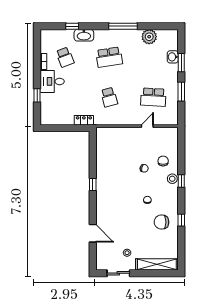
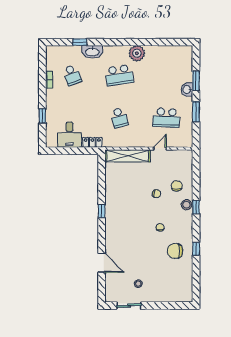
window: (123, 26) -> (134, 42), removed
plant: (149, 37) -> (137, 53), moved
washbasin: (173, 57) -> (187, 90), moved
desk: (52, 81) -> (69, 135), moved, turned -90
shelving: (157, 264) -> (128, 156), moved

